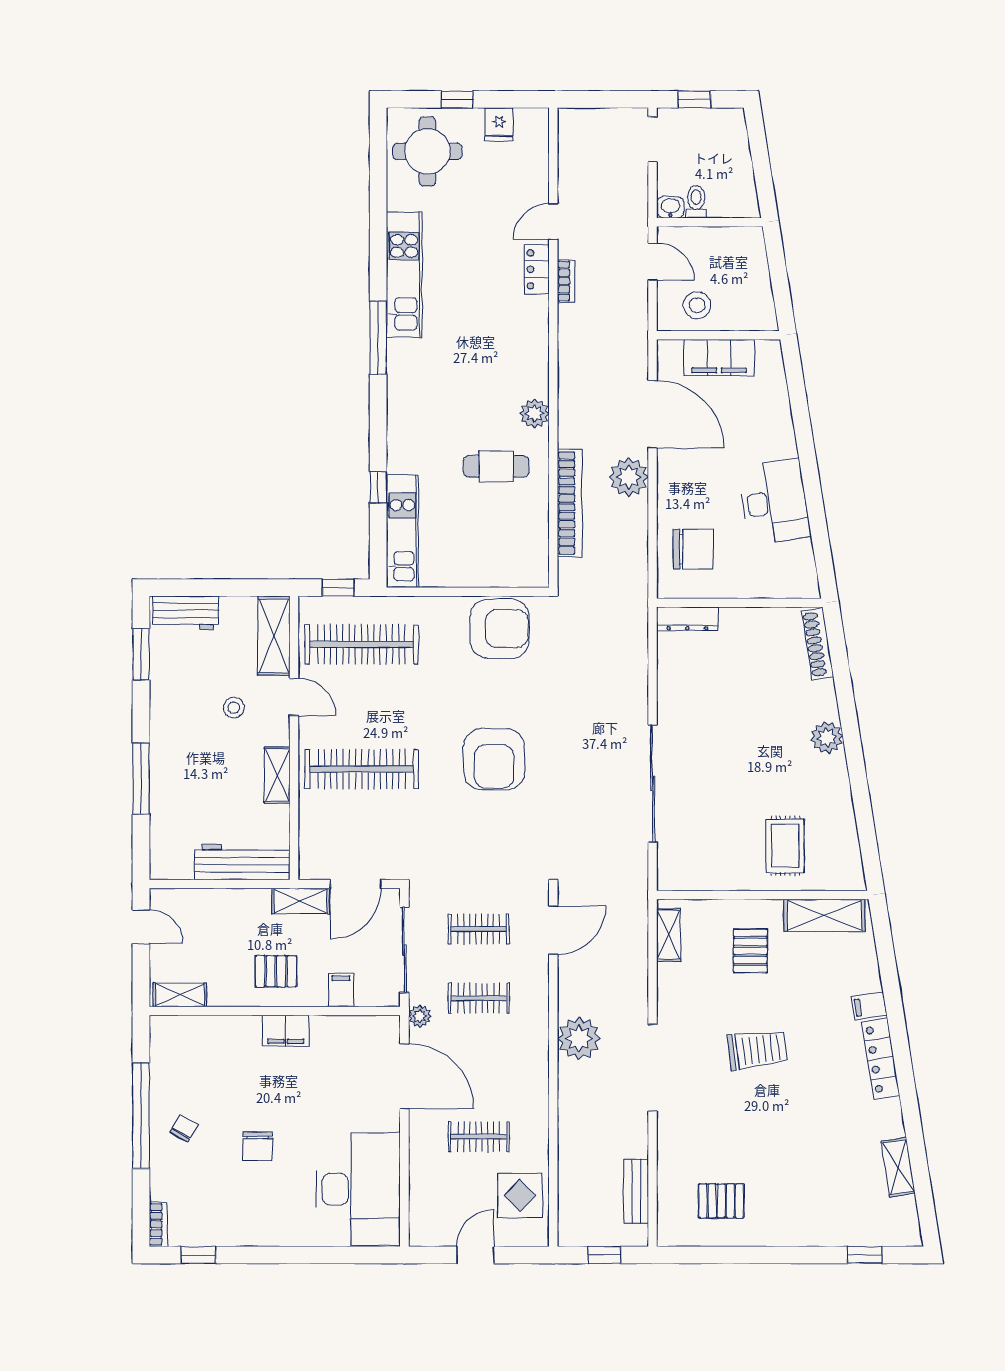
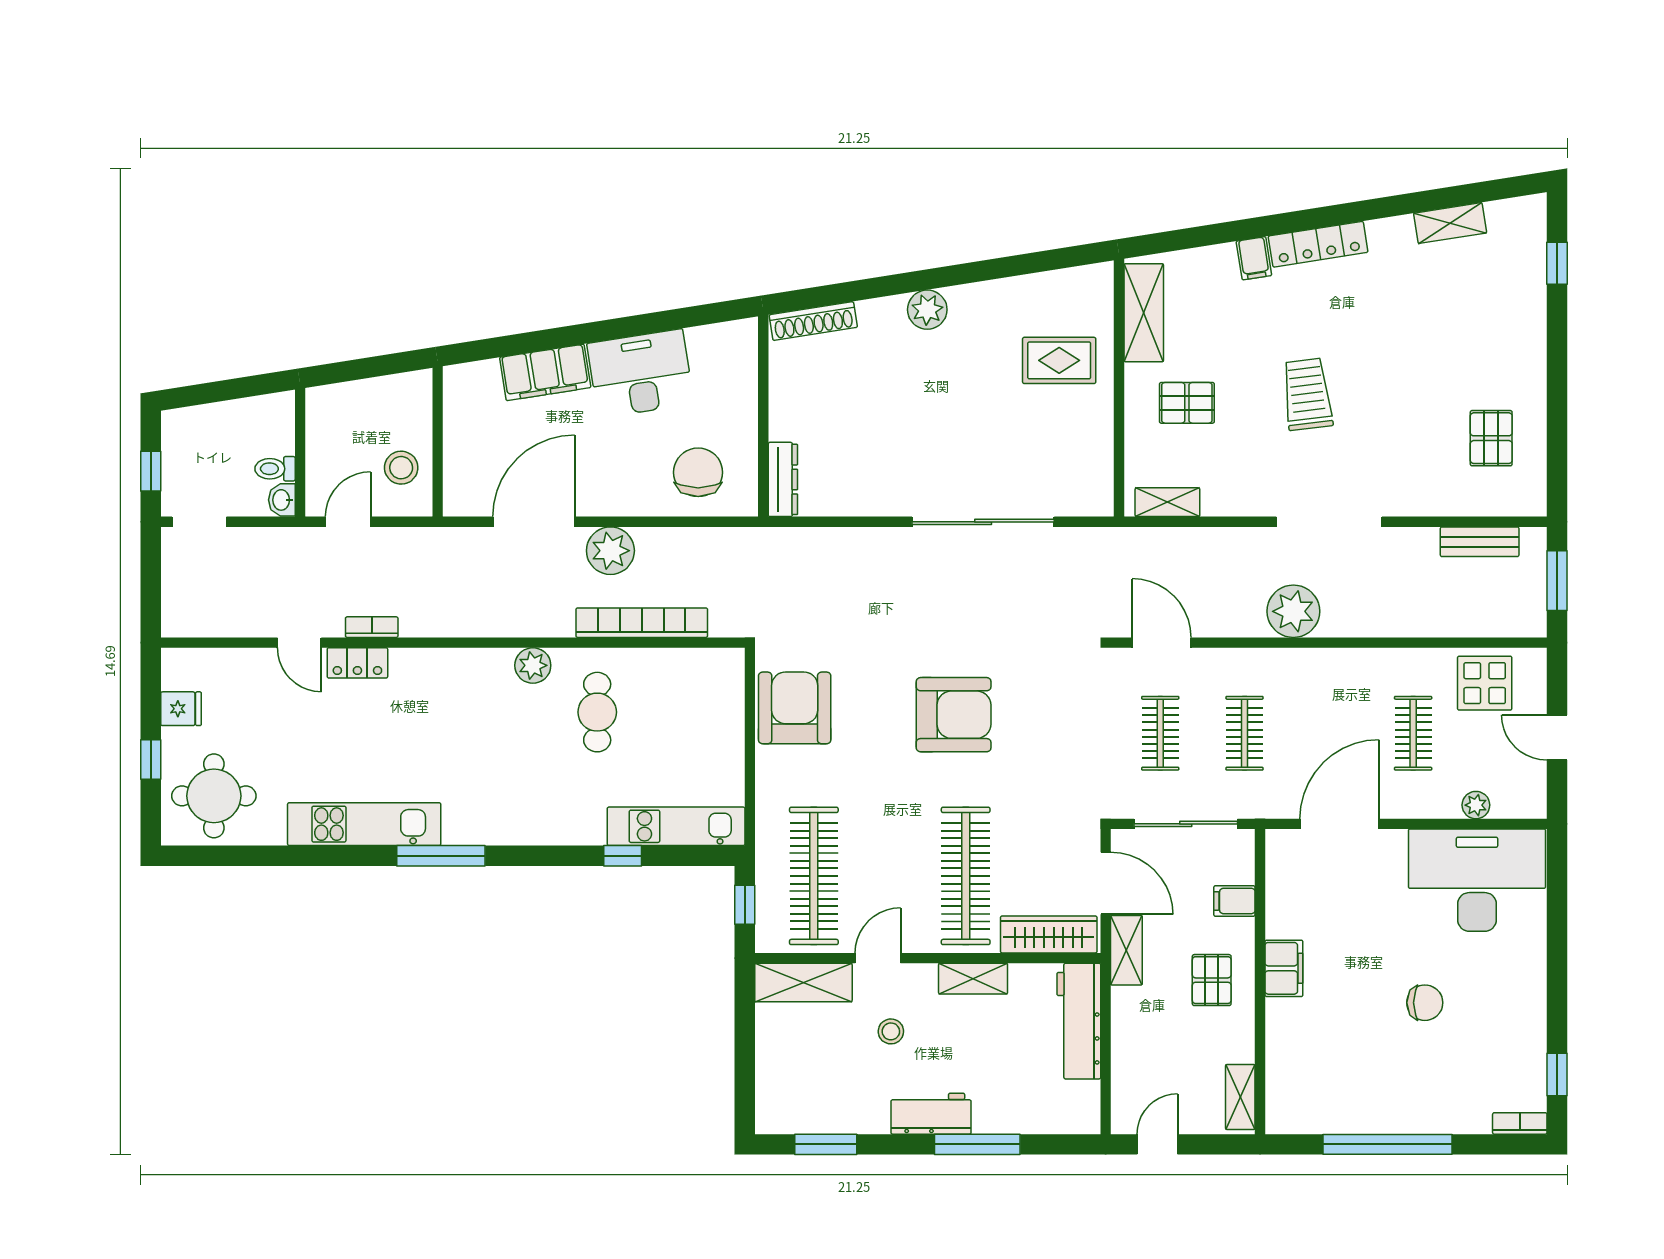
filing cabinet: (719, 358) -> (545, 372), moved, turned 81
workbench: (186, 613) -> (931, 1114), moved, turned -90
wardrobe: (314, 837) -> (1049, 934), added
plant: (420, 1016) -> (1476, 805), moved
chair: (184, 1128) -> (1403, 1092), removed
window: (604, 1255) -> (1557, 581), width x1.50

